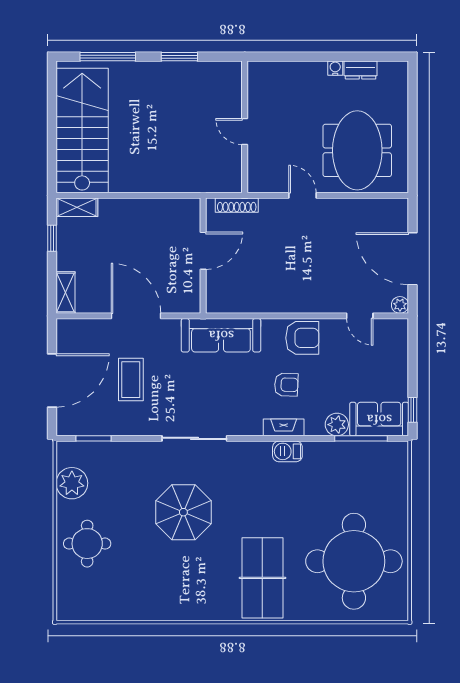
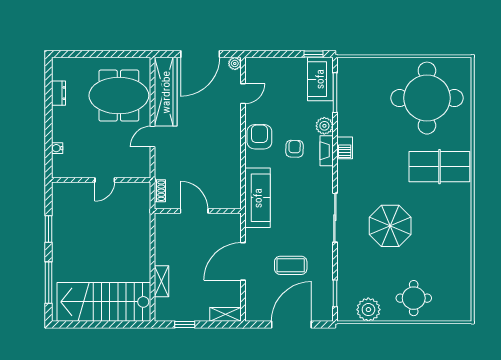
water cooler: (335, 68) -> (57, 148), moved
shoe rack: (237, 205) -> (160, 191), width x0.70
shelving: (77, 207) -> (162, 281), moved
wardrobe: (362, 213) -> (166, 92), added
door: (52, 380) -> (291, 324), hinge flipped
plant: (337, 425) -> (324, 126), moved

